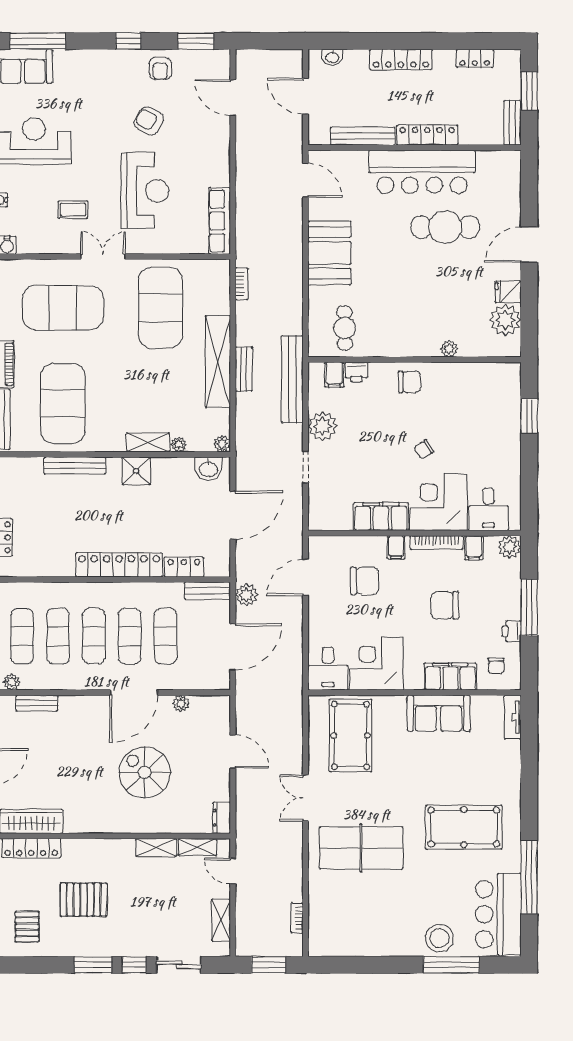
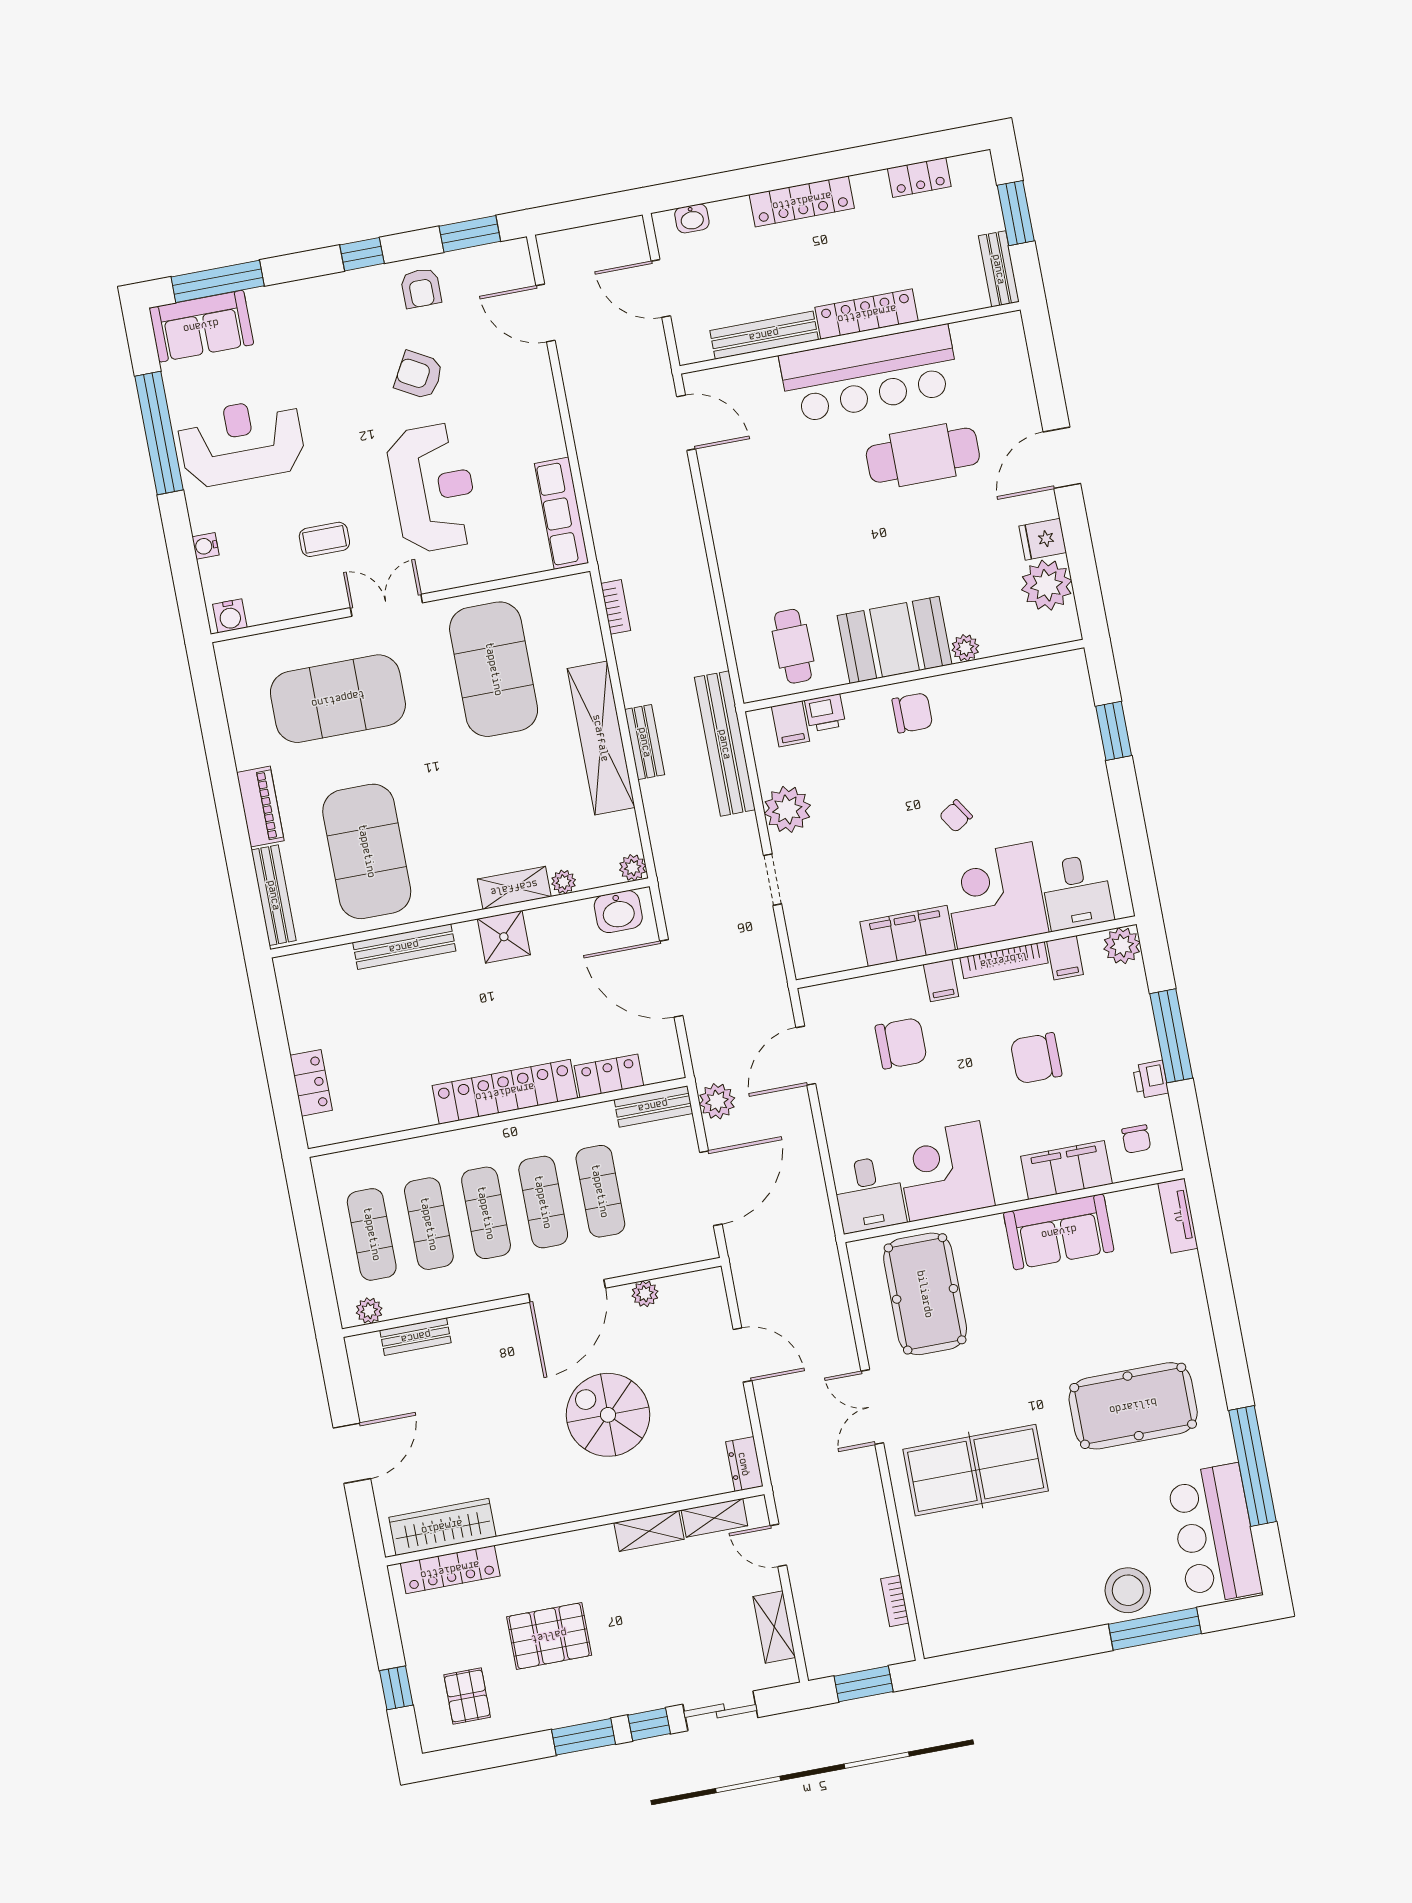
booth: (329, 253) -> (894, 640), moved, turned 90
door: (233, 515) -> (671, 978), swing flipped

